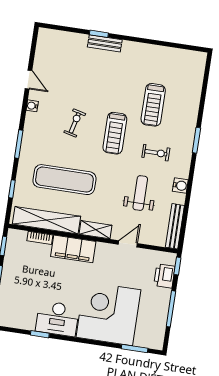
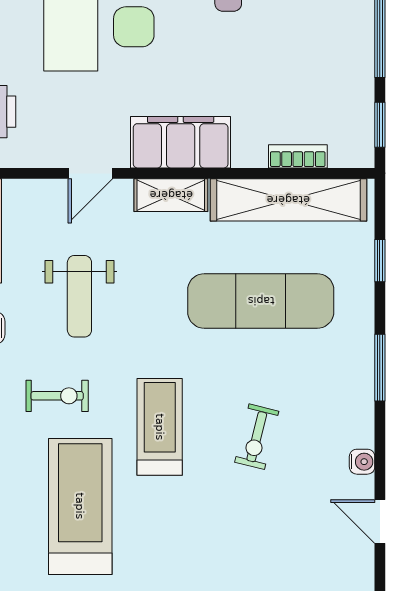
treadmill: (153, 105) -> (80, 506), width x1.37, depth x1.38
exercise bike: (156, 153) -> (57, 396), turned 180
filing cabinet: (73, 249) -> (181, 142), moved

